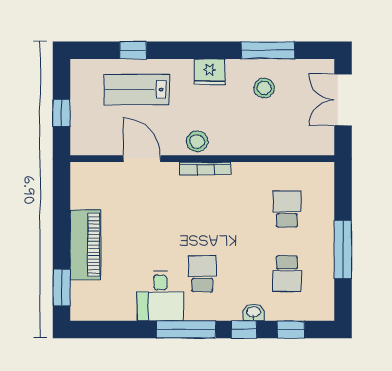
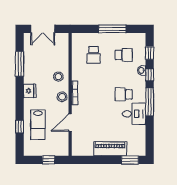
stool: (264, 88) -> (58, 77), moved
school desk: (287, 209) -> (94, 55), turned -90

